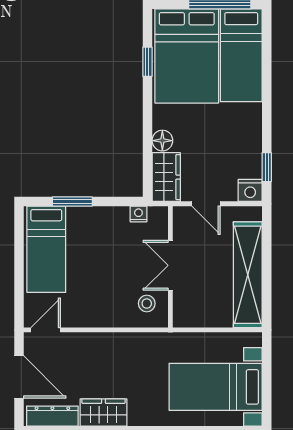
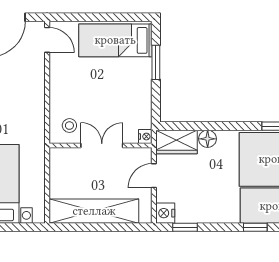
window: (267, 84) -> (255, 227), added
nightstand: (138, 214) -> (145, 137), moved

